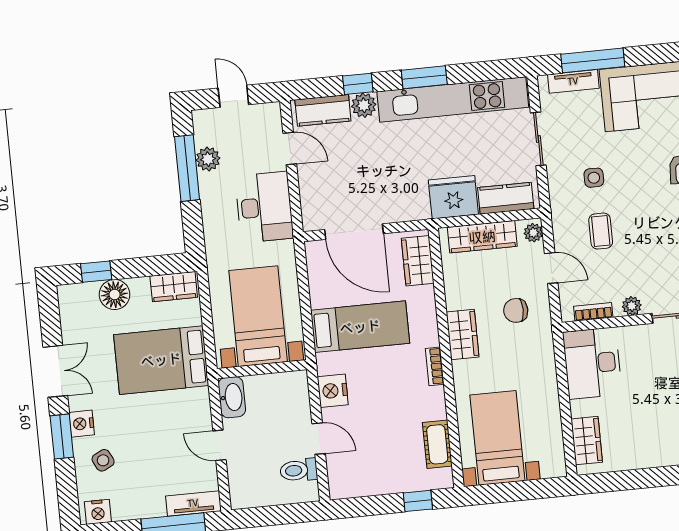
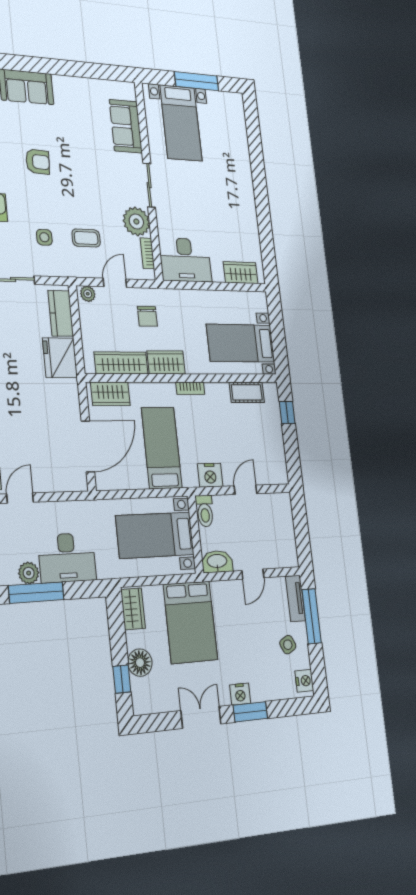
desk: (264, 207) -> (67, 558), moved, turned 180
wardrobe: (482, 237) -> (121, 363), moved, turned -90
plant: (632, 306) -> (136, 221), width x1.88, depth x1.88
side table: (103, 460) -> (288, 645), moved
toilet: (299, 470) -> (205, 511), moved

